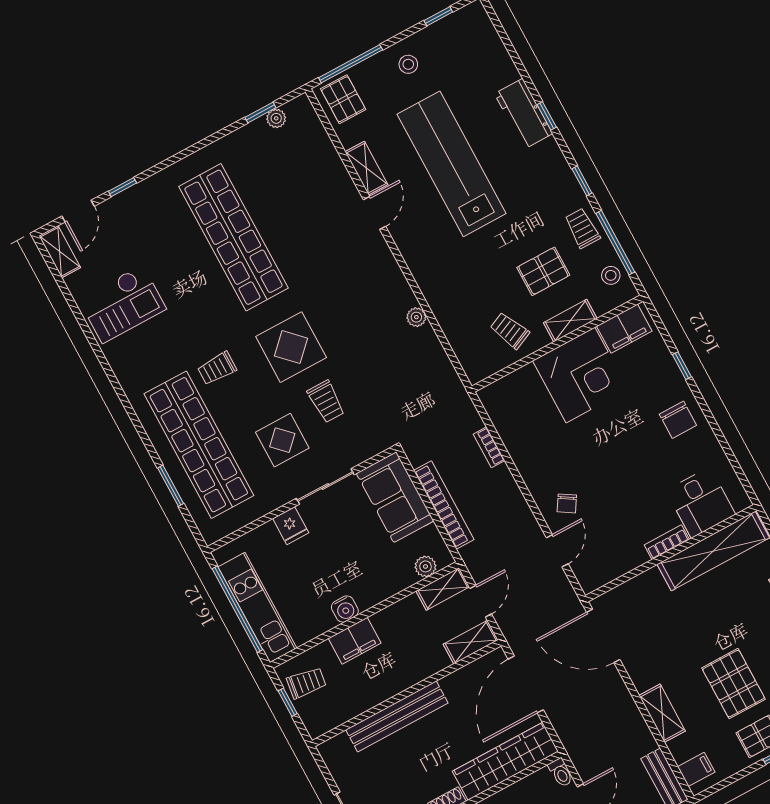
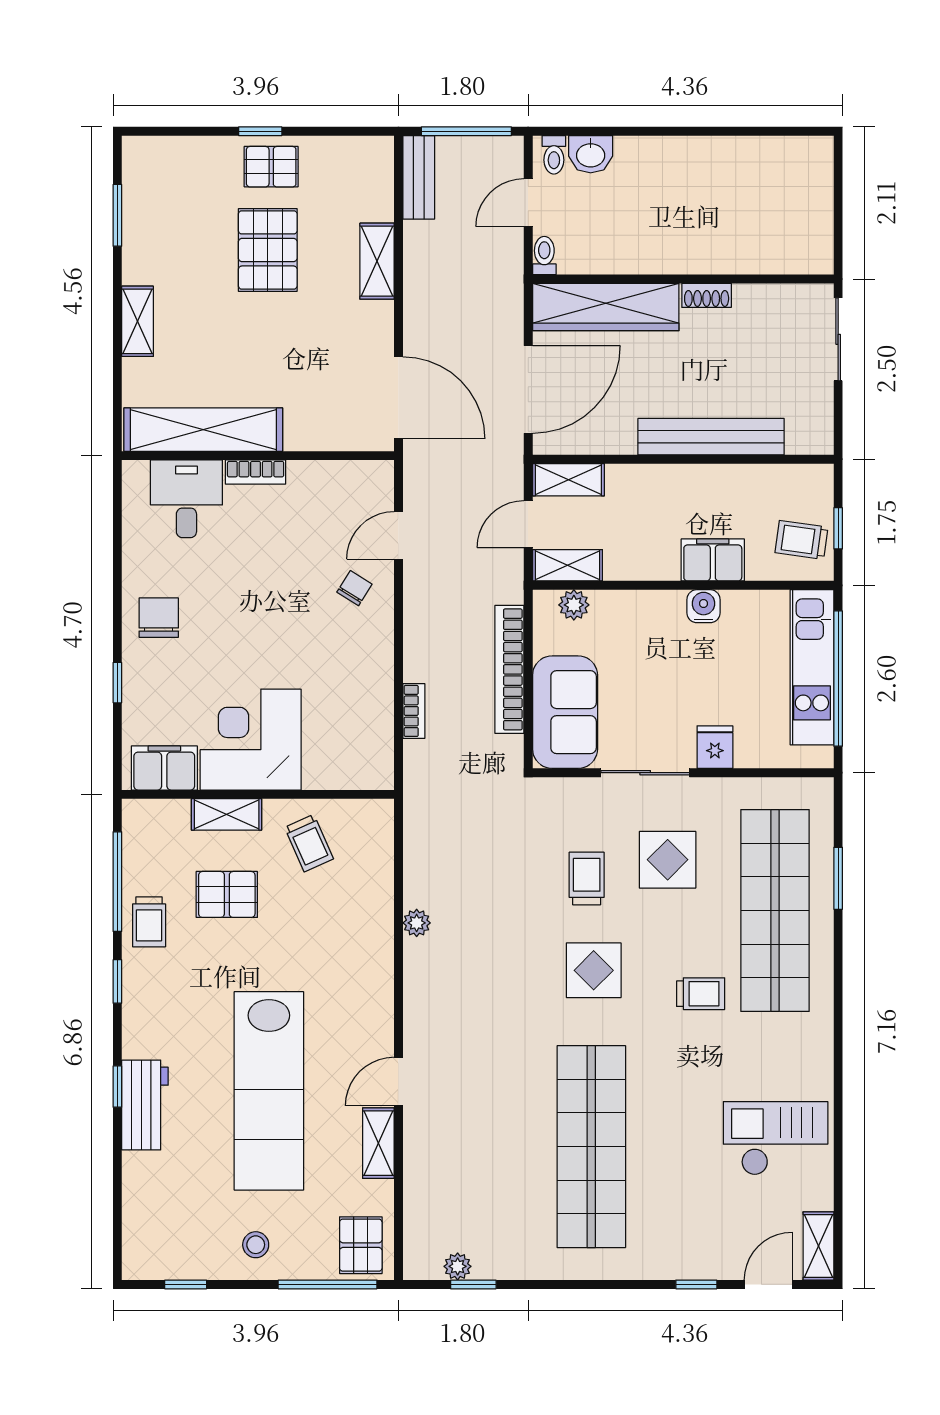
stool: (611, 275) -> (145, 844), removed
display table: (291, 347) -> (594, 970), width x0.73, depth x0.73
filing cabinet: (696, 769) -> (372, 168), removed

